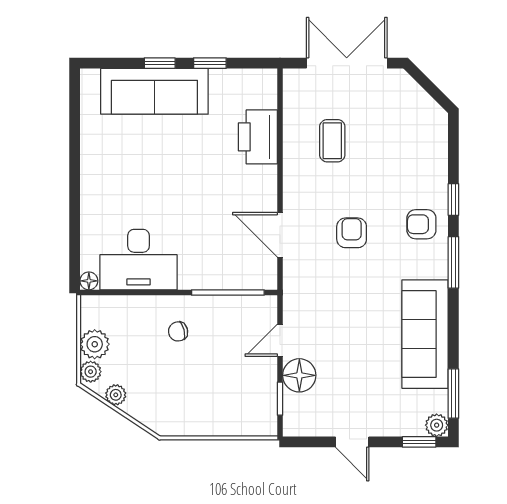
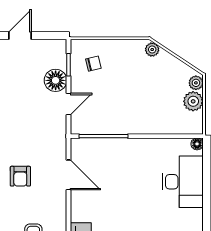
desk: (139, 260) -> (183, 182), moved, turned 90
chair: (178, 331) -> (93, 64), moved
plant: (116, 395) -> (152, 49), moved
door: (352, 442) -> (20, 36), hinge flipped

